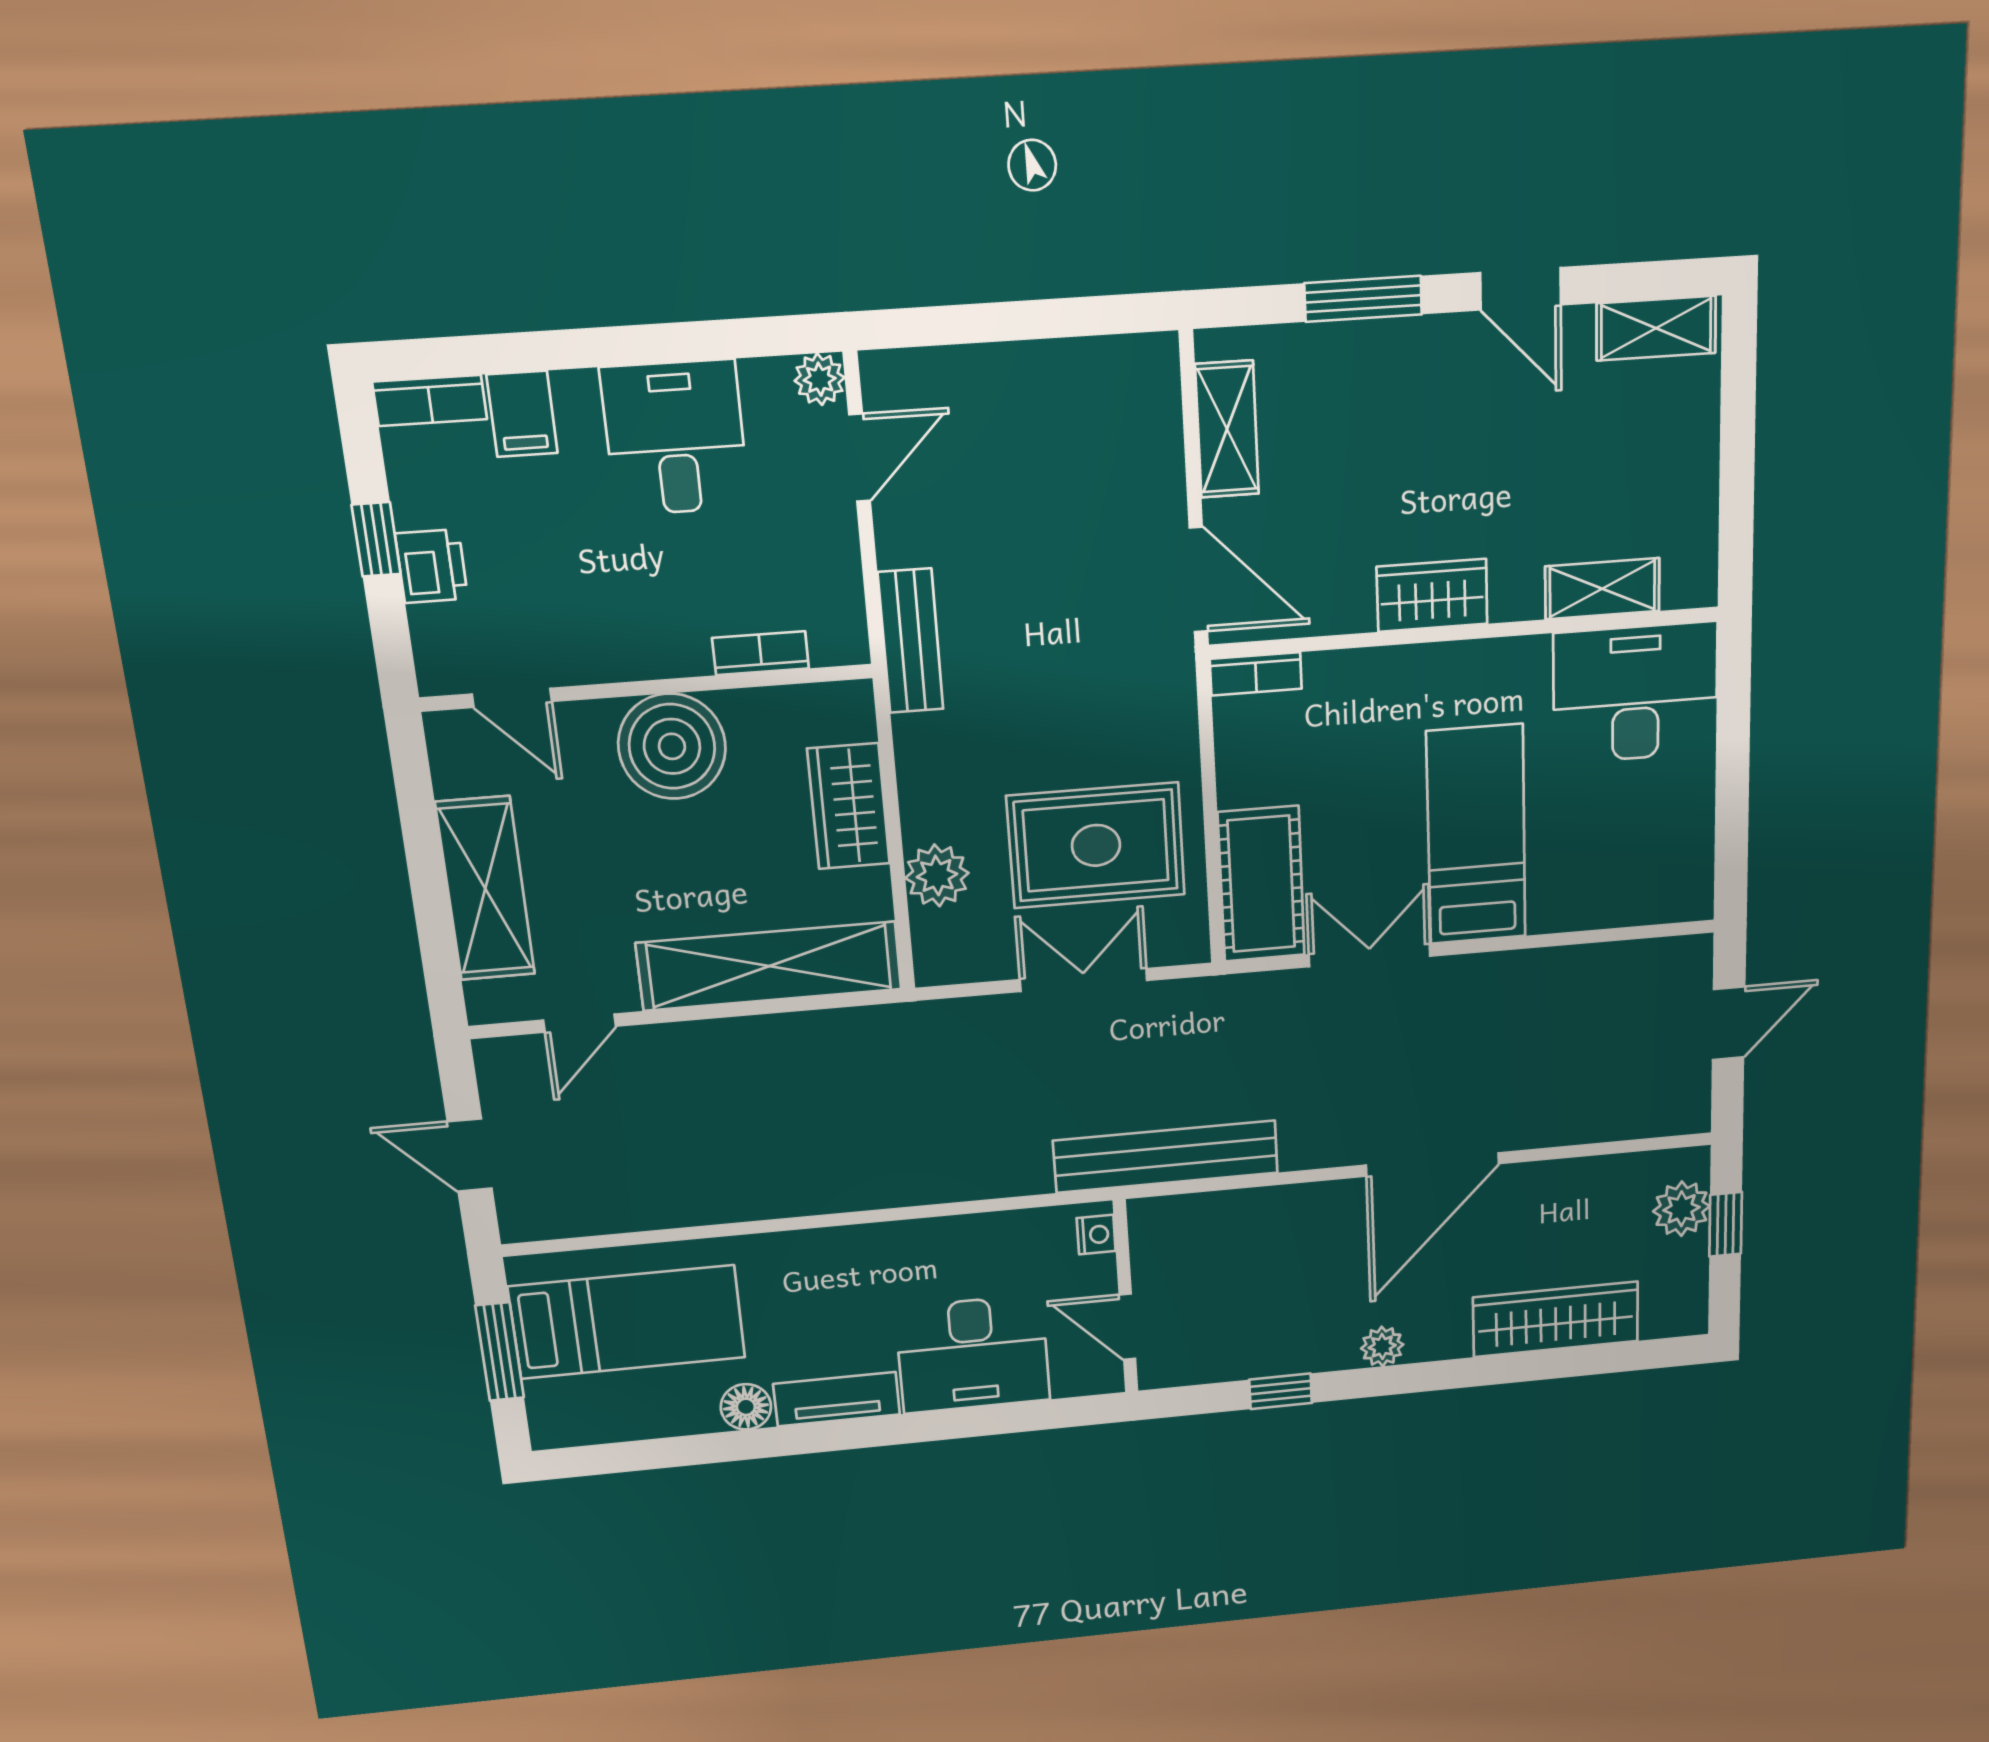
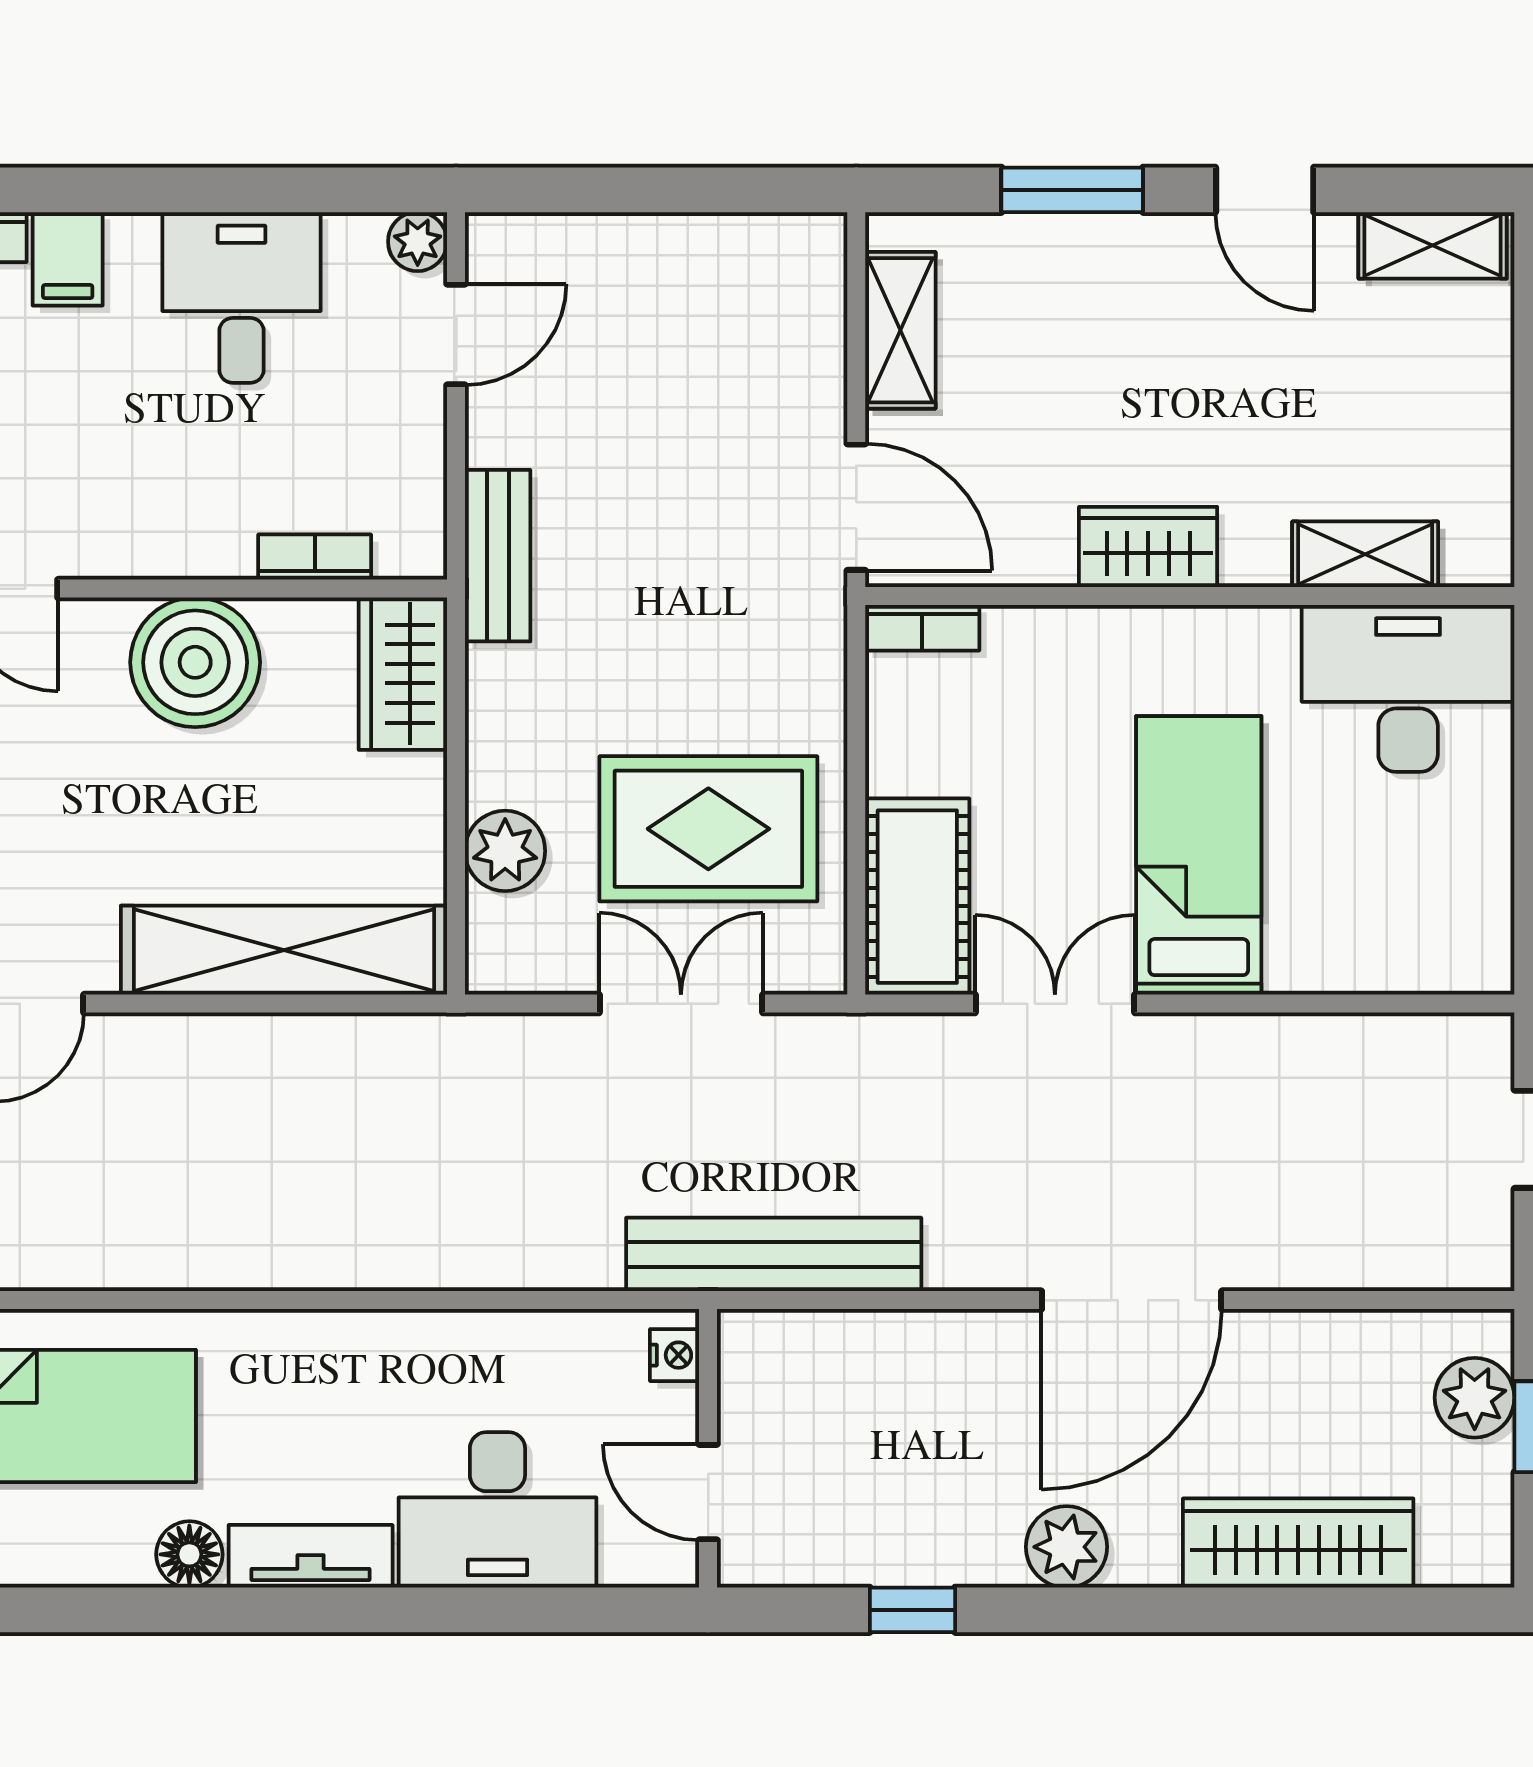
wardrobe: (849, 806) -> (403, 674), moved
plant: (1382, 1346) -> (1066, 1547), width x1.38, depth x1.38

